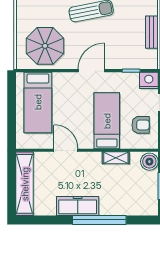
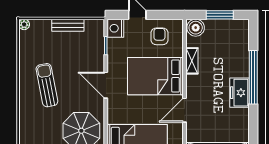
bed: (107, 121) -> (155, 76), width x1.50
freezer: (78, 206) -> (239, 93), width x0.71

